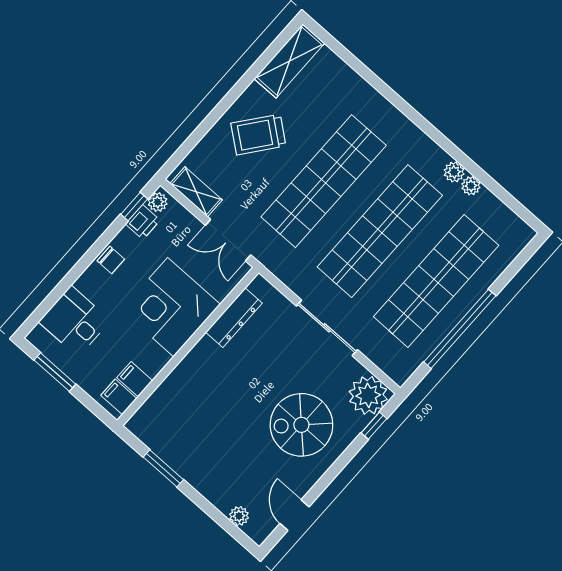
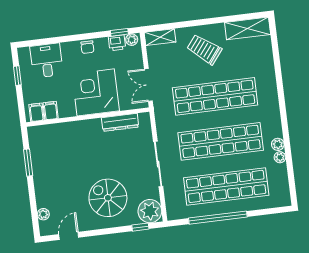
shelving: (196, 192) -> (160, 37), moved, turned 90
window: (55, 372) -> (17, 76), width x0.67

